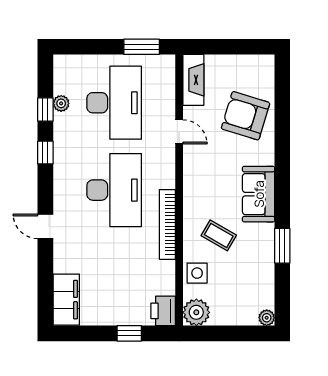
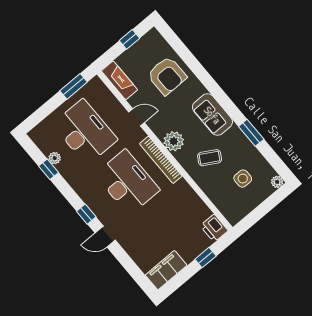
window: (239, 47) -> (129, 39), added
armchair: (246, 116) -> (167, 76), turned -107
window: (45, 153) -> (86, 214), moved
bookcase: (167, 224) -> (161, 160), moved
side table: (197, 273) -> (243, 179), moved
filing cabinet: (66, 300) -> (166, 270), moved, turned -90
plant: (196, 312) -> (174, 141), moved

